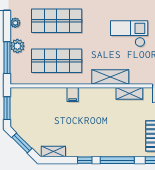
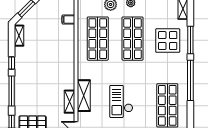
checkout: (129, 34) -> (121, 101), turned 180
shelving: (110, 77) -> (84, 96), moved
filing cabinet: (73, 95) -> (68, 20), moved

